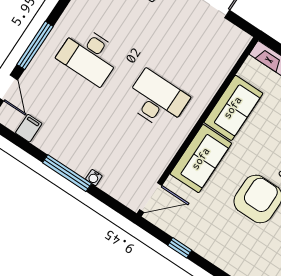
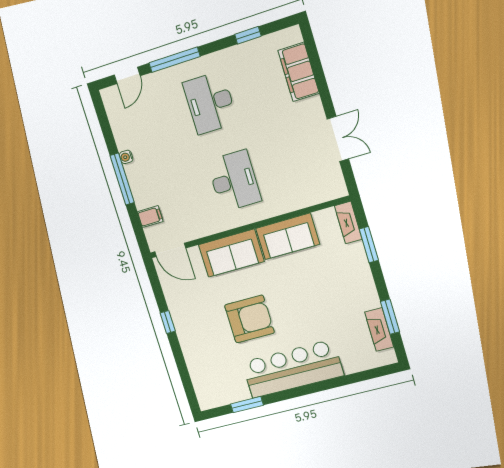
filing cabinet: (29, 128) -> (150, 217), moved
water cooler: (94, 178) -> (126, 157), moved
window: (180, 248) -> (168, 322), moved

